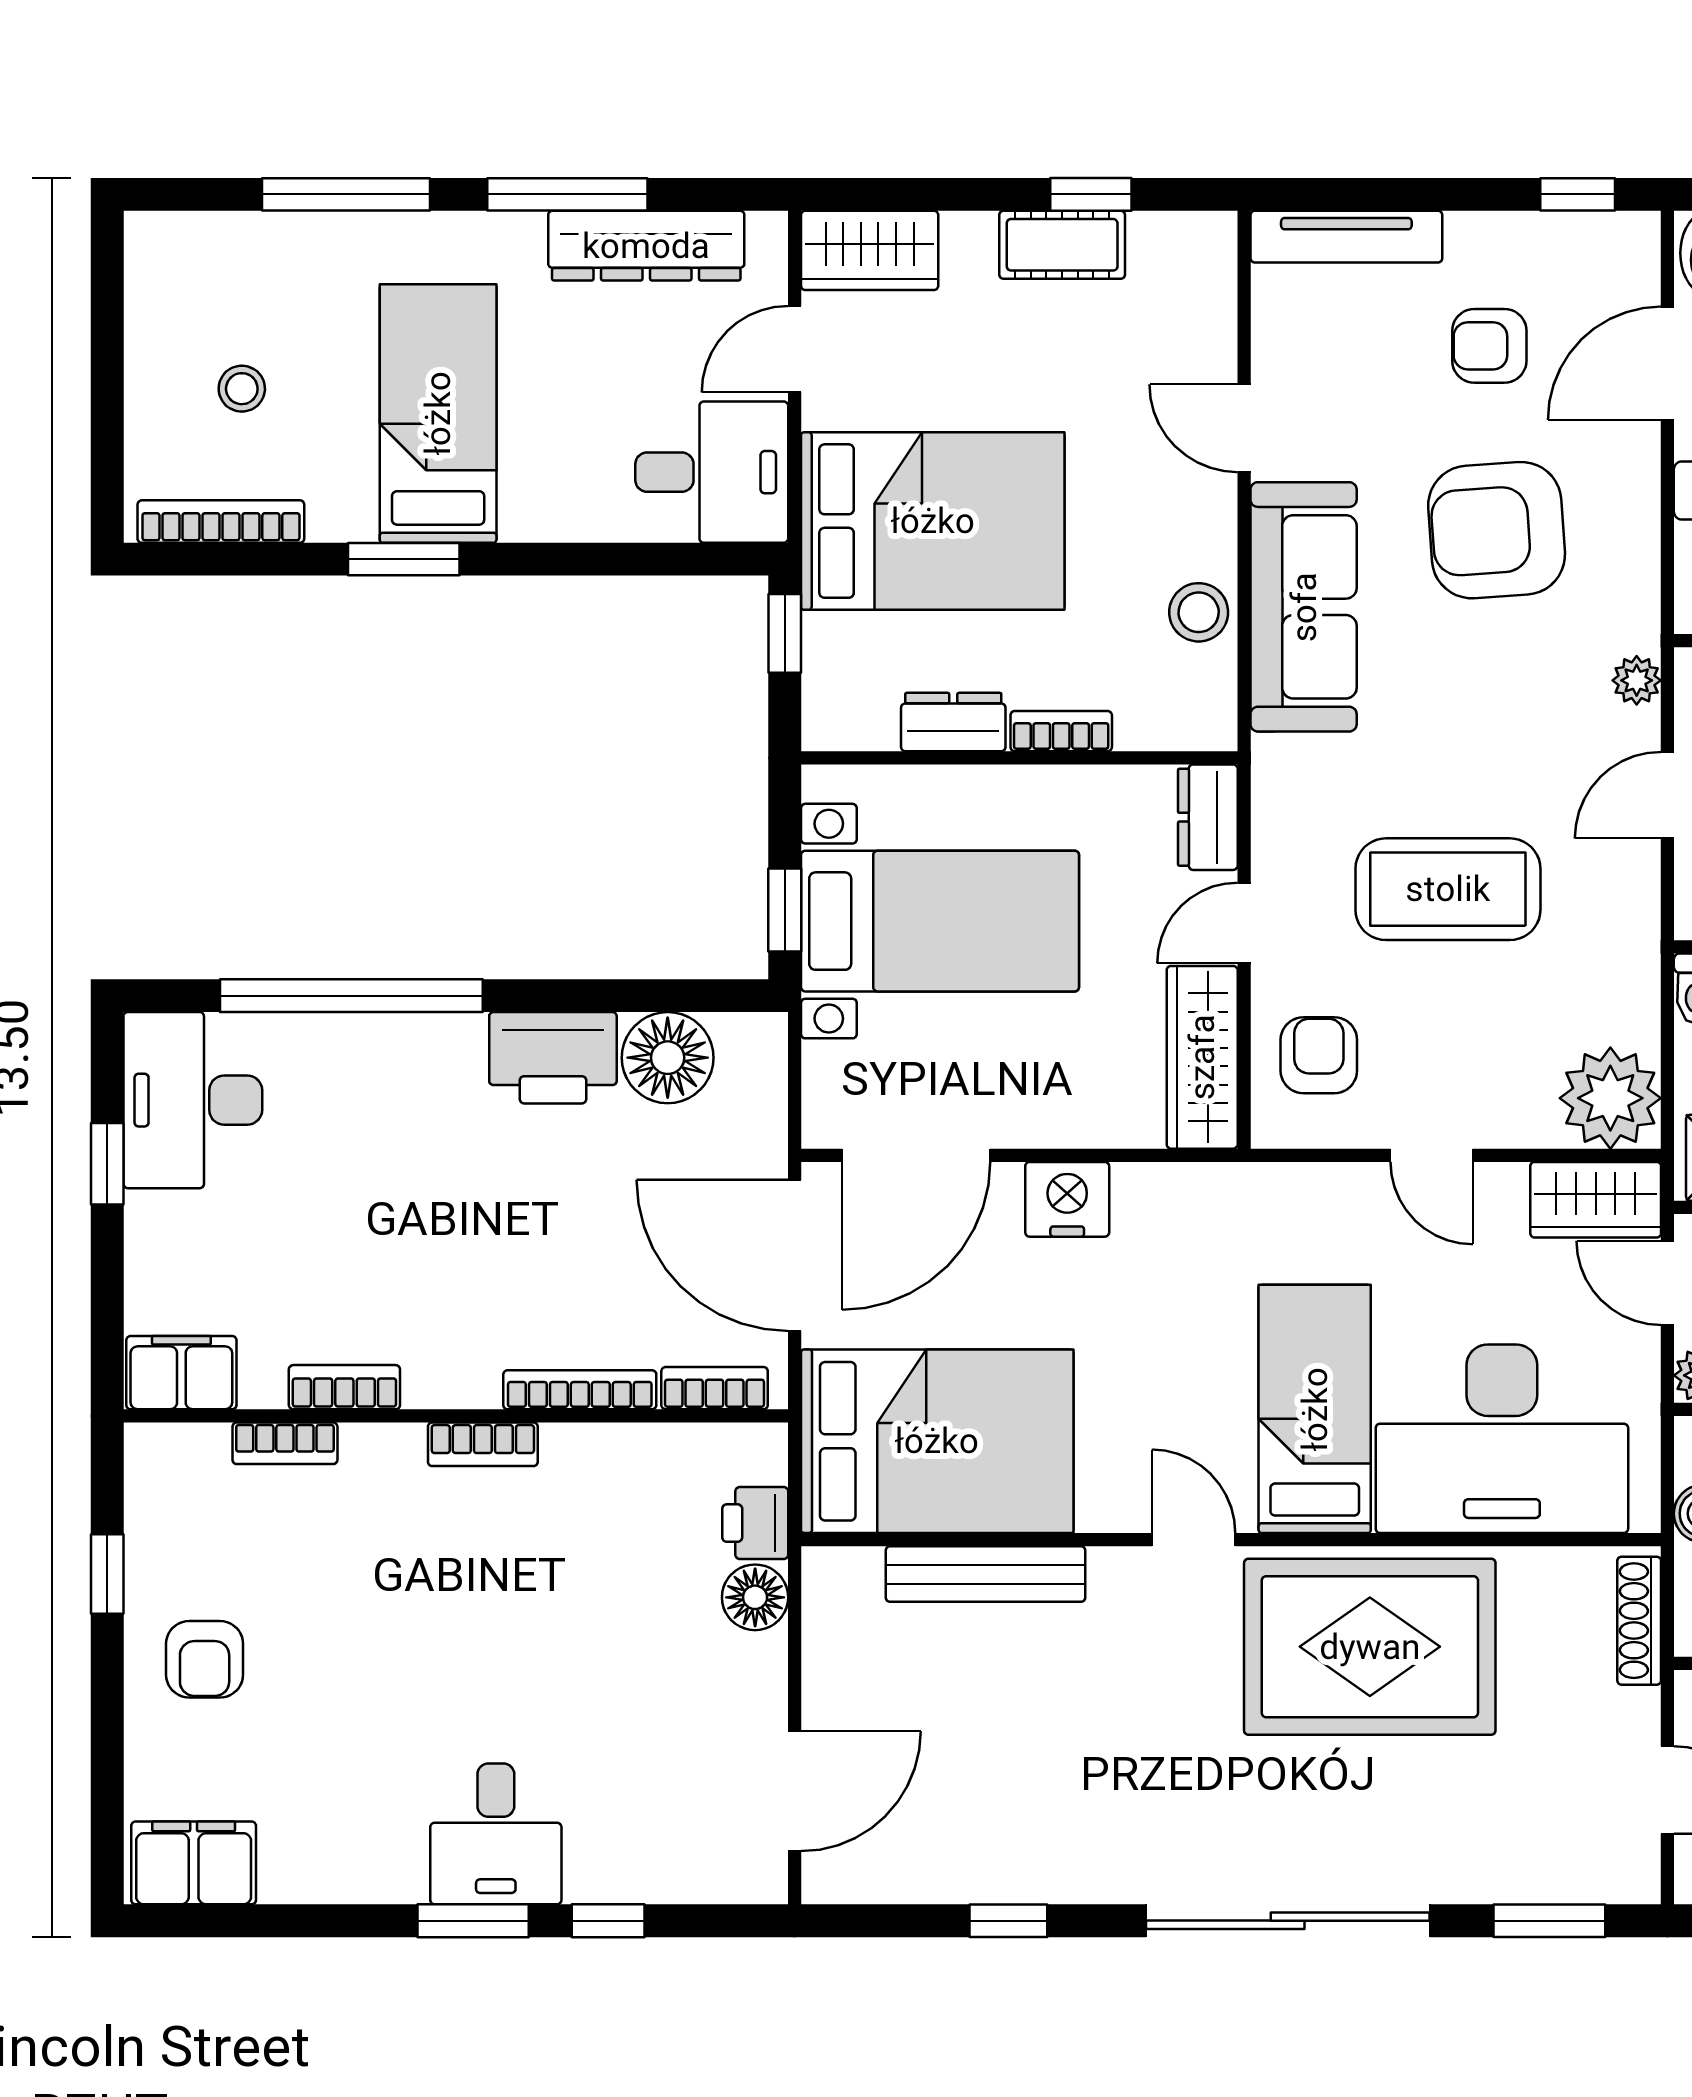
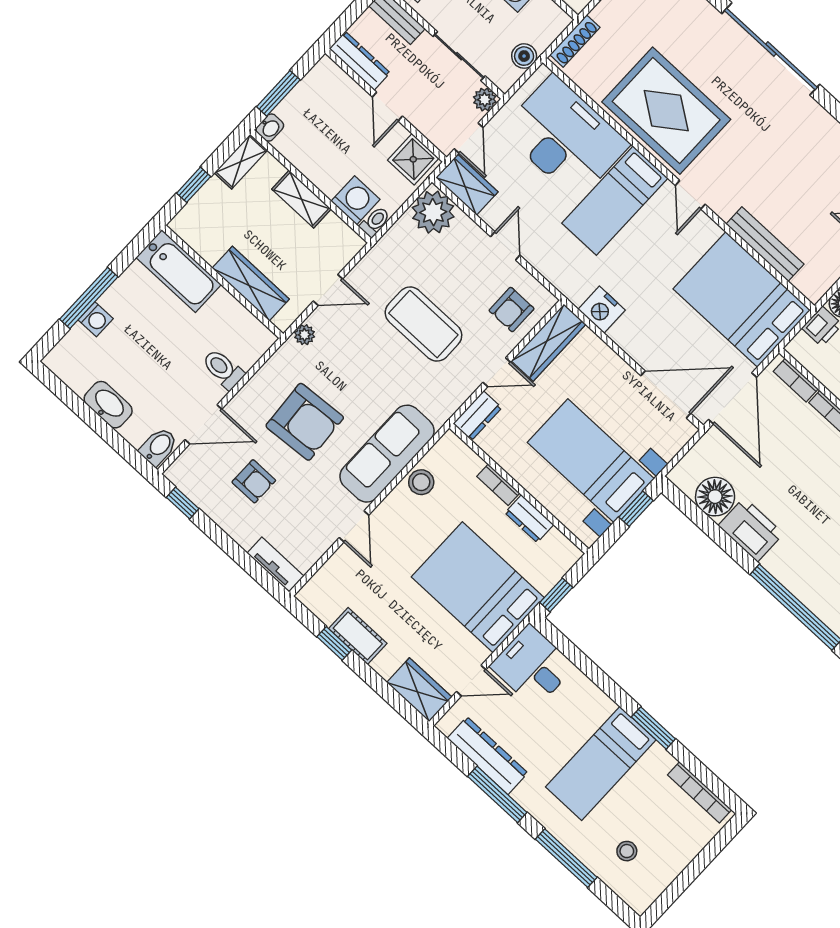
tv unit: (1346, 237) -> (276, 565), width x0.71
stool: (242, 389) -> (627, 851), moved
nightstand: (1067, 1199) -> (602, 310), moved

